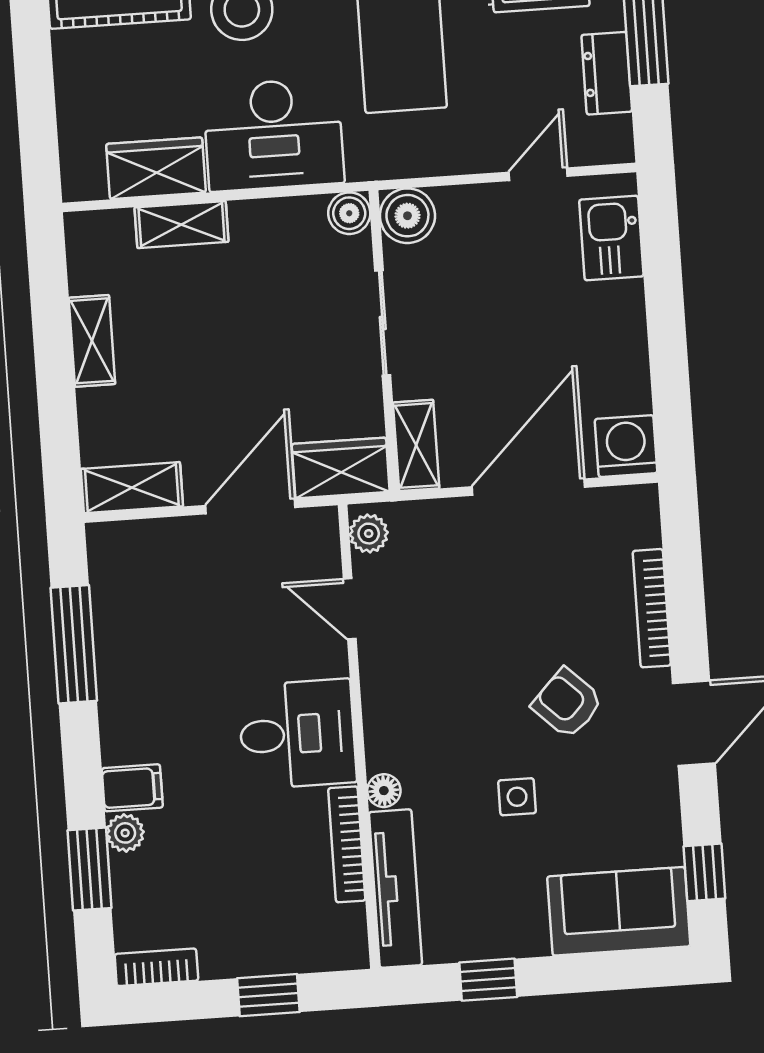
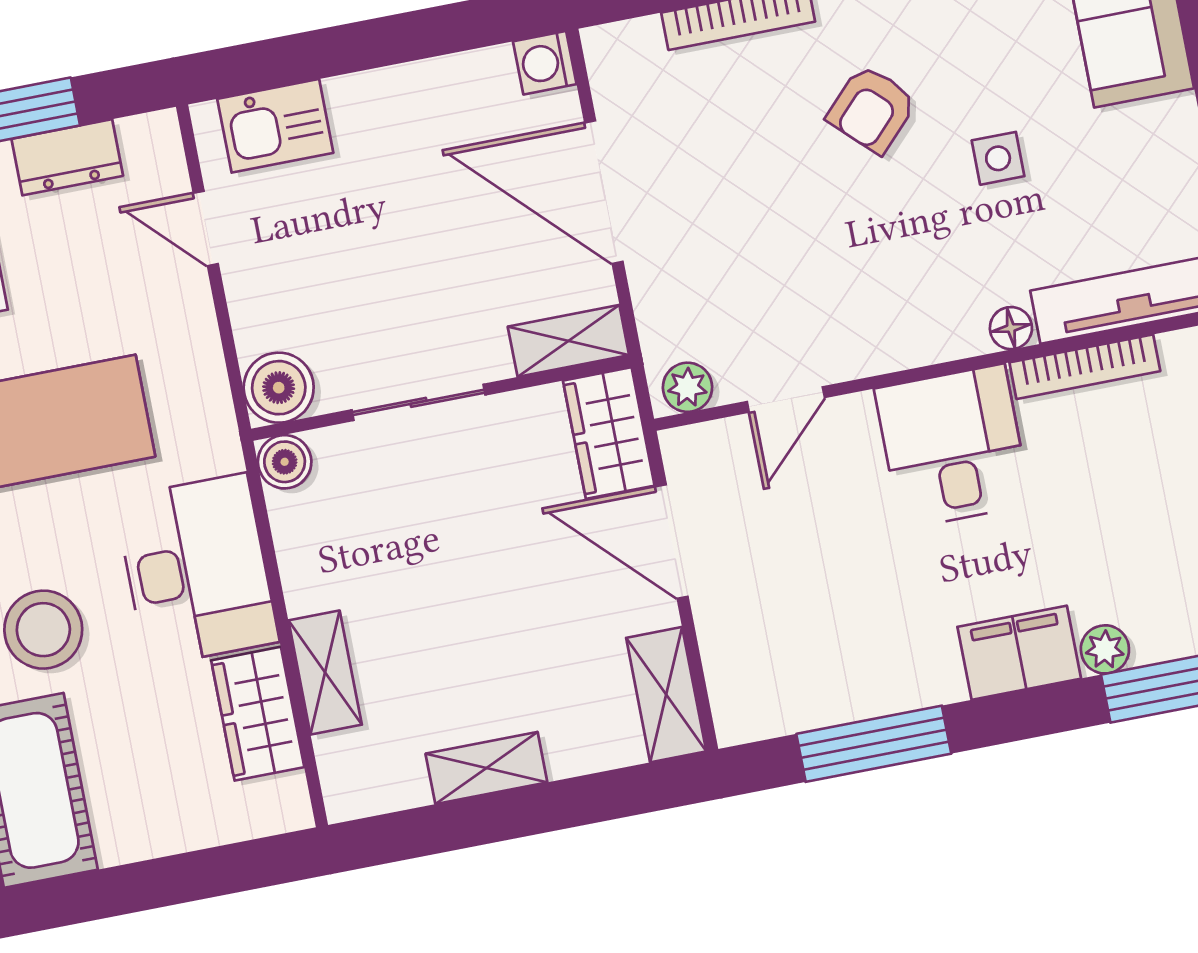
washing machine: (626, 446) -> (545, 63), width x0.73, depth x0.73
filing cabinet: (132, 788) -> (1019, 653), width x2.00

